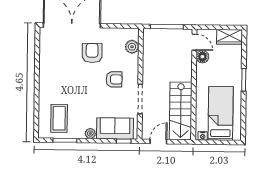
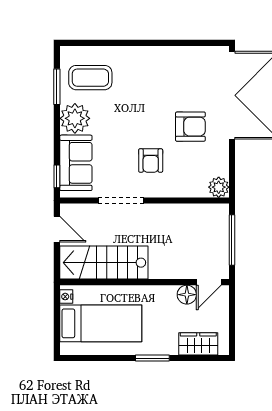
wardrobe: (230, 37) -> (198, 344), moved, turned 90
plant: (132, 47) -> (219, 187), moved
plant: (90, 134) -> (75, 118), width x1.87, depth x1.87

